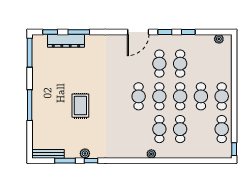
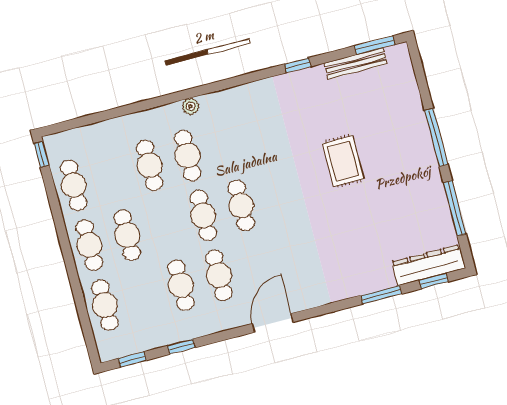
window: (165, 32) -> (132, 360), moved
plant: (219, 39) -> (122, 349), removed
dresser: (66, 41) -> (428, 265), moved
window: (30, 53) -> (455, 208), moved
cafe table: (180, 96) -> (105, 305), moved
plant: (85, 153) -> (312, 75), removed
bench: (48, 154) -> (356, 63), moved
window: (65, 161) -> (375, 45), moved

